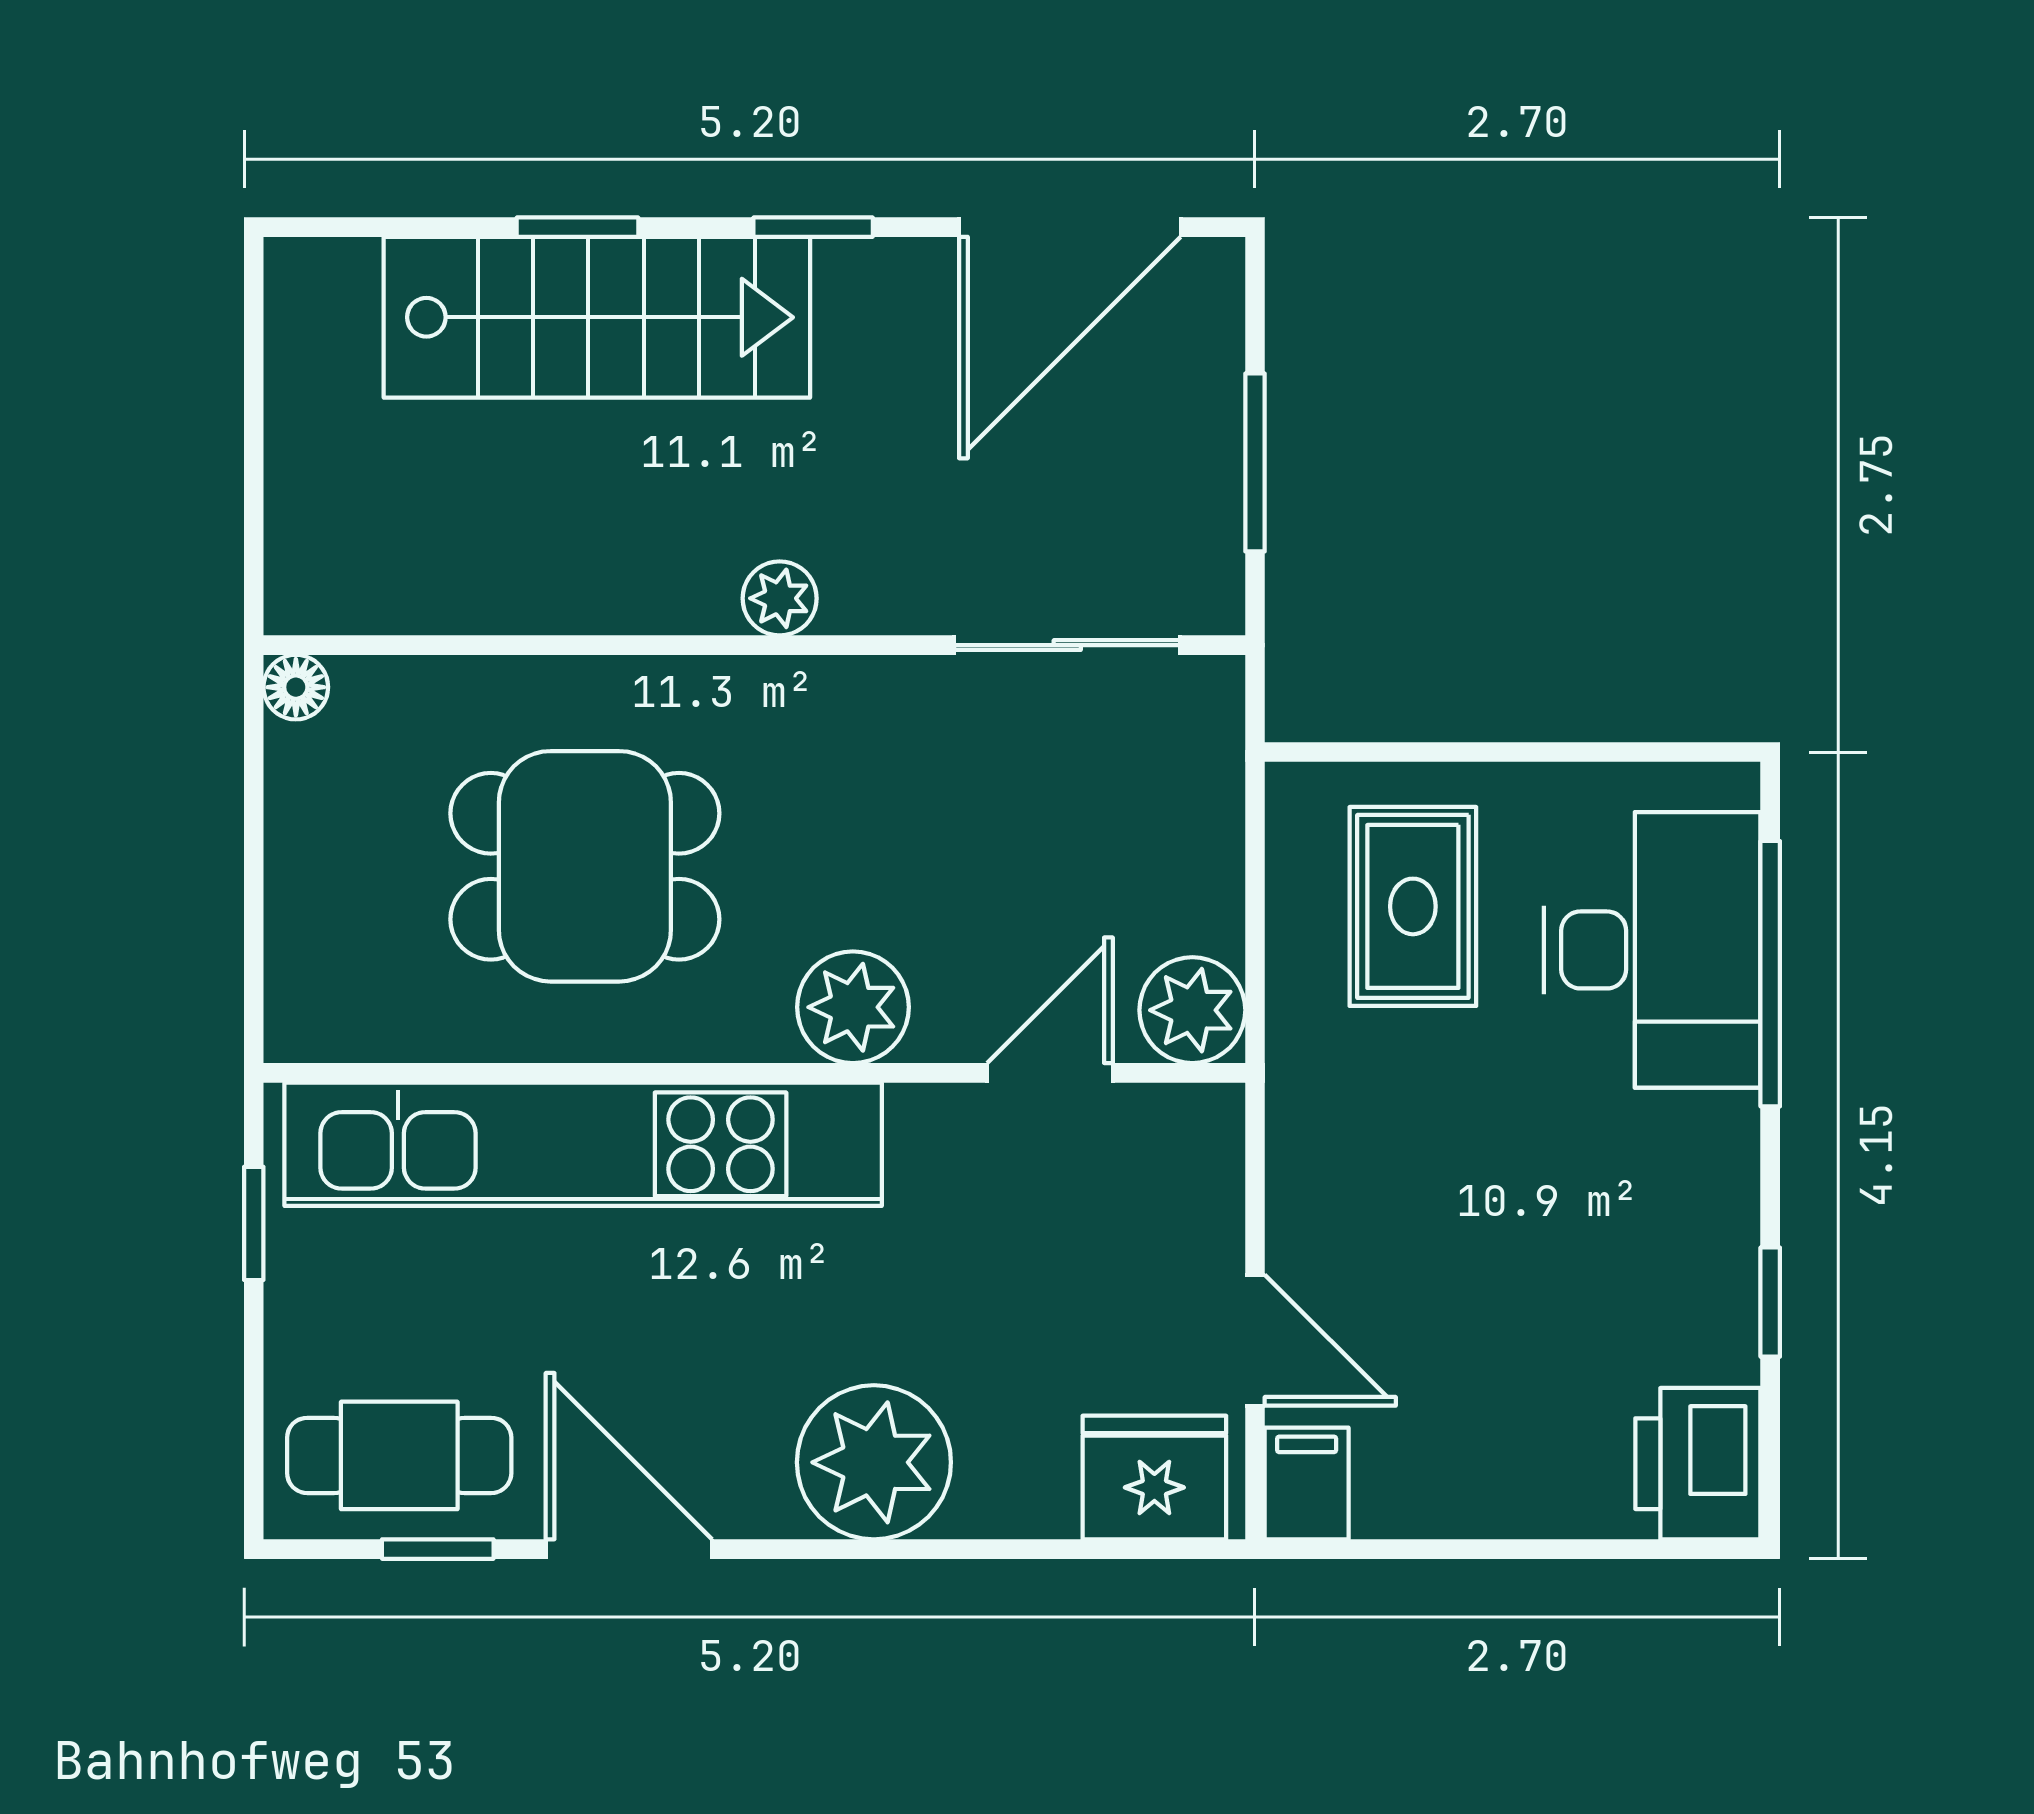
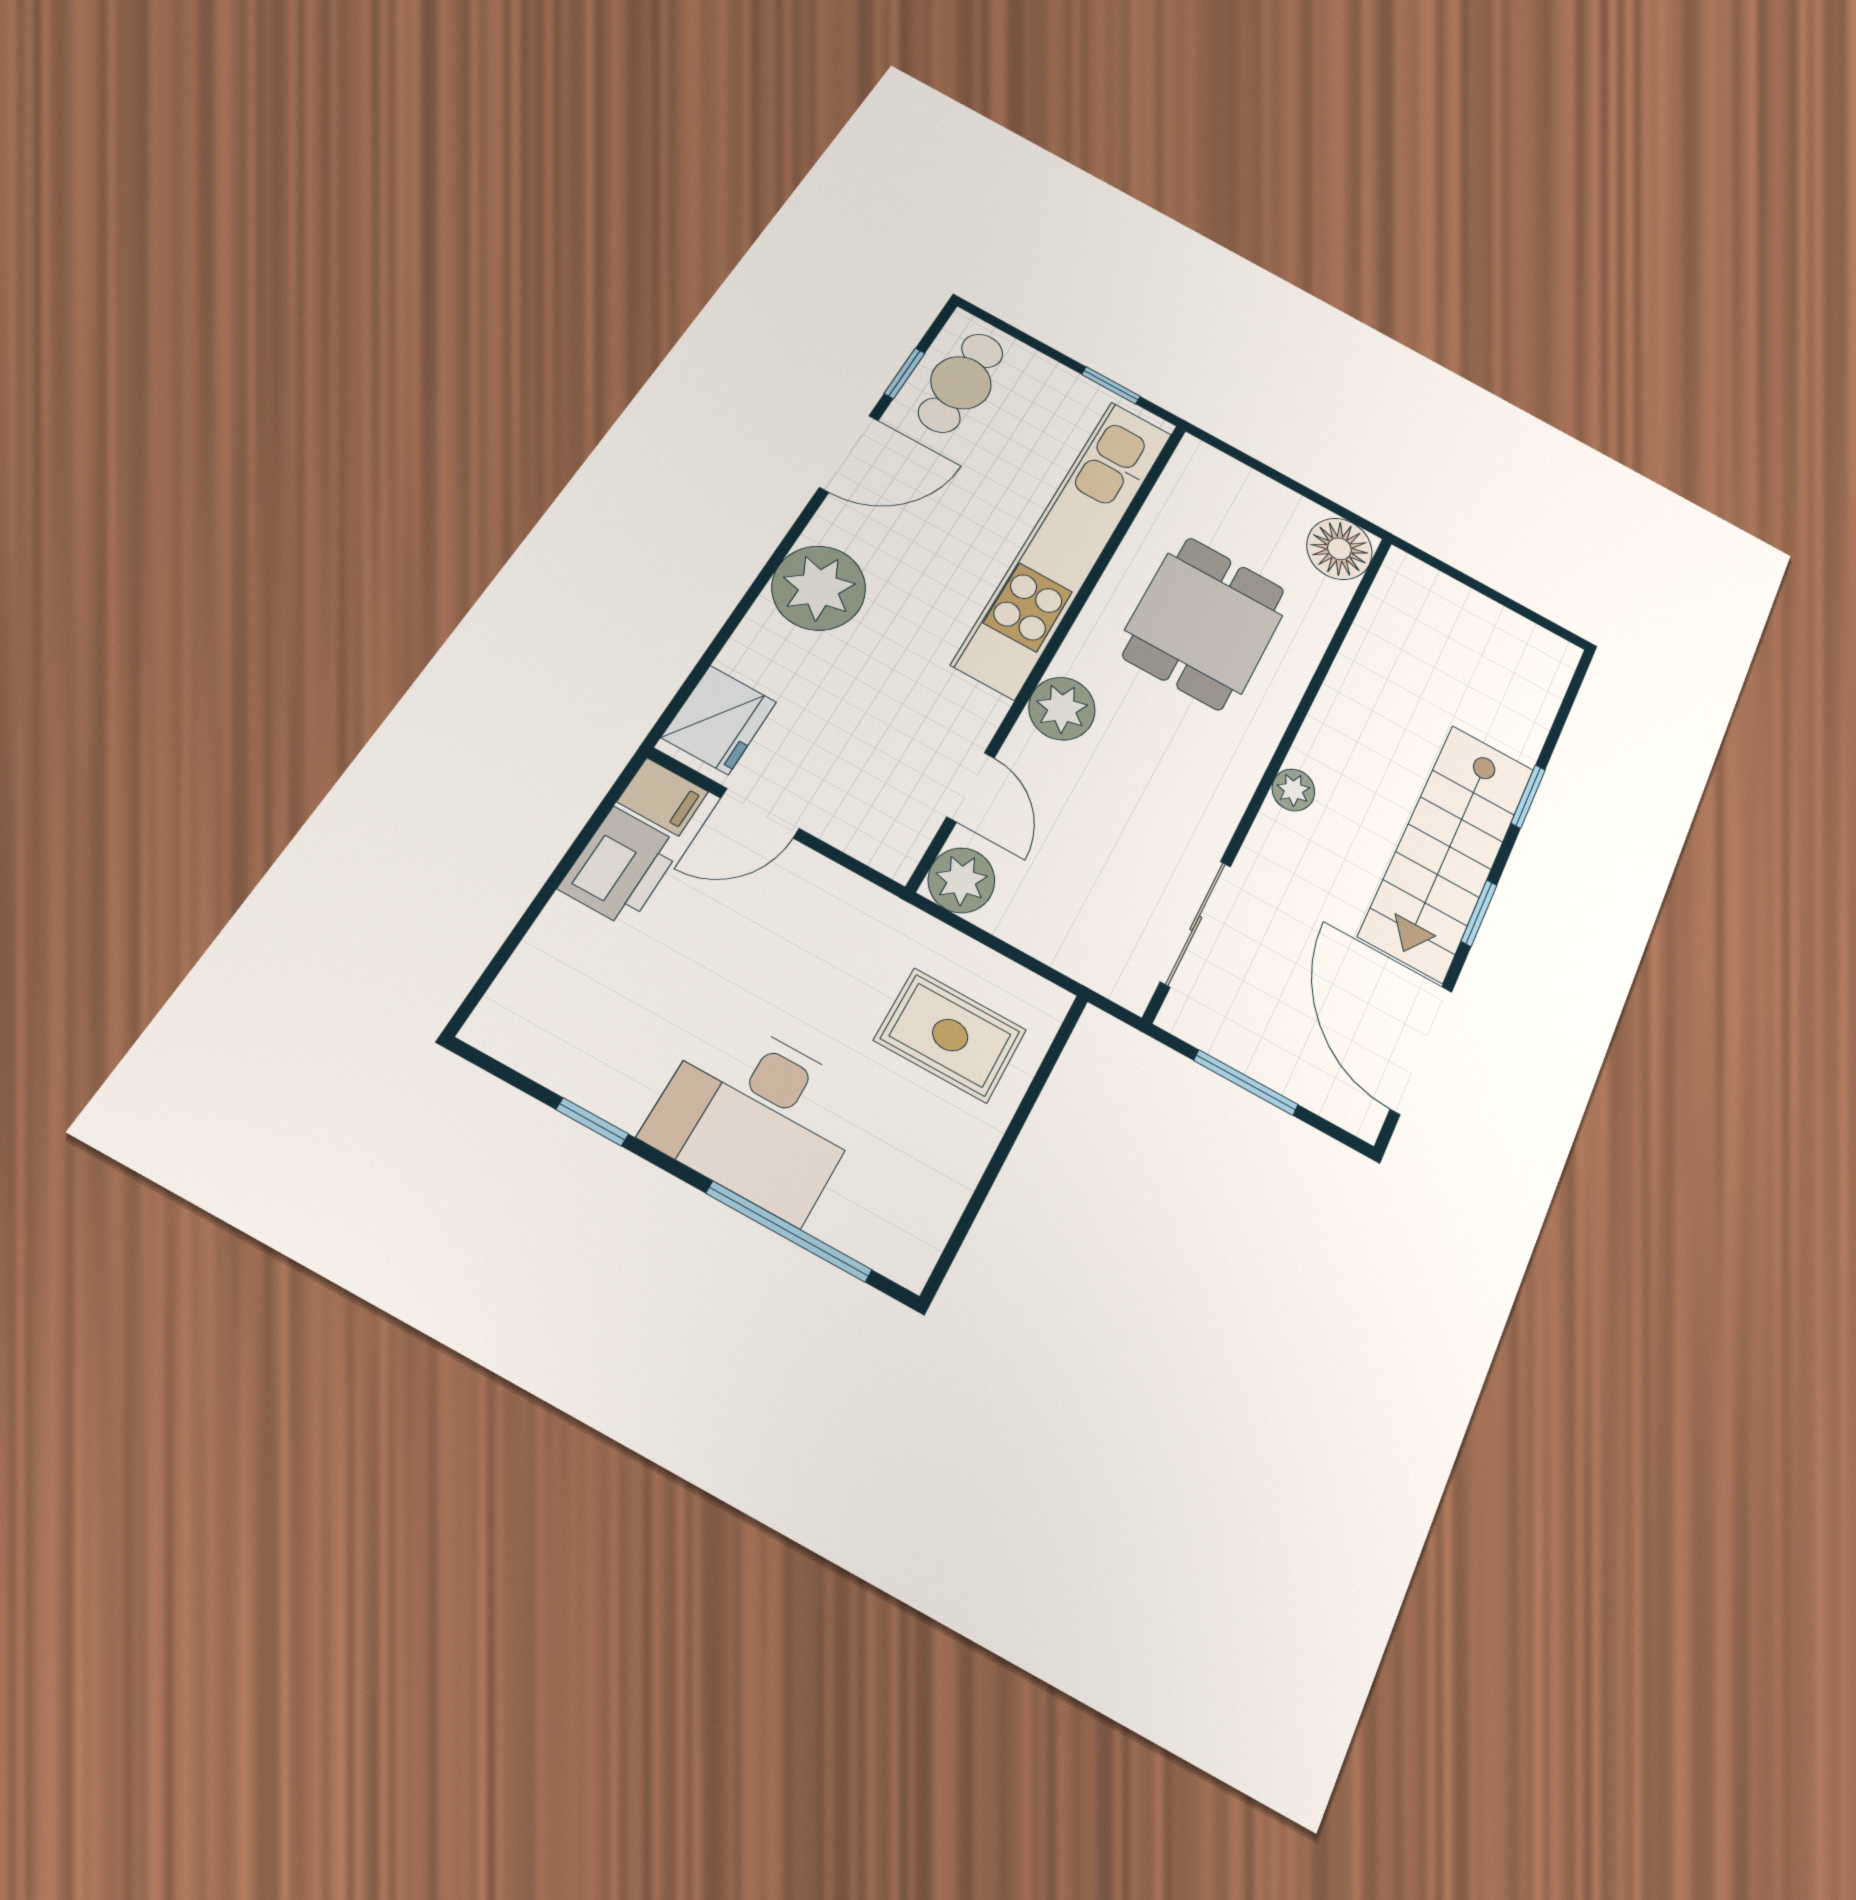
stairs: (597, 317) -> (1448, 851), moved
floor lamp: (296, 687) -> (1339, 549), width x1.89, depth x1.89
desk: (1652, 950) -> (758, 1116), moved
printer: (1698, 1464) -> (621, 867), moved, turned 90

